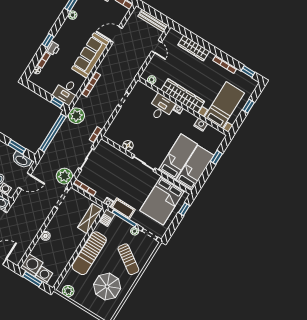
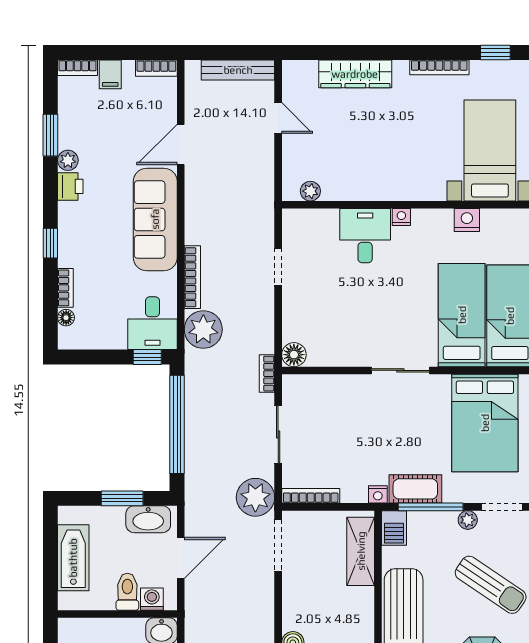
printer: (53, 48) -> (70, 186), moved
wardrobe: (183, 96) -> (394, 184), removed
plant: (76, 116) -> (203, 330), moved
floor lamp: (128, 146) -> (294, 355), moved

